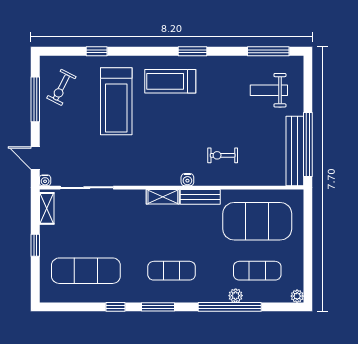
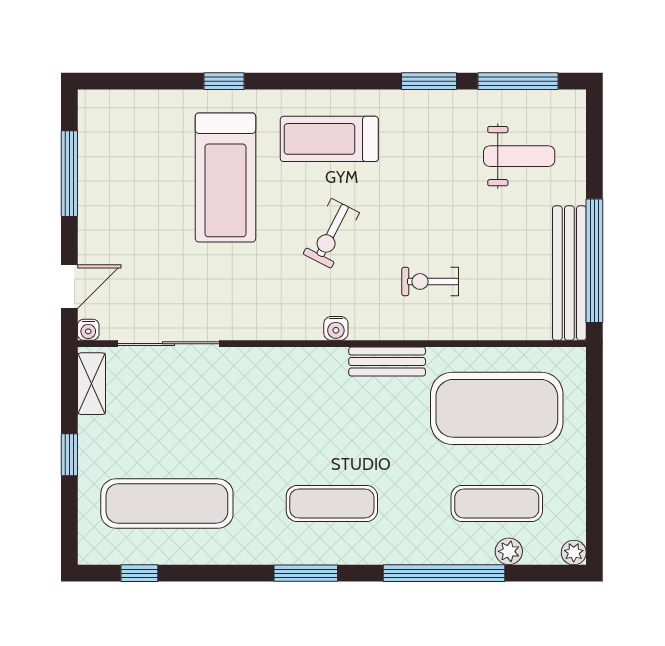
window: (97, 51) -> (224, 81), moved
window: (192, 51) -> (429, 81), moved
exercise bike: (61, 87) -> (331, 233), moved
weight bench: (269, 90) -> (519, 156), turned 180
door: (35, 158) -> (69, 287), swing flipped
water cooler: (187, 180) -> (336, 328), moved
shelving: (163, 197) -> (315, 361), removed
plant: (236, 296) -> (509, 551), moved
window: (115, 307) -> (139, 573), moved

